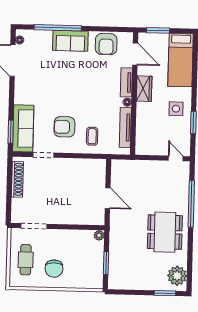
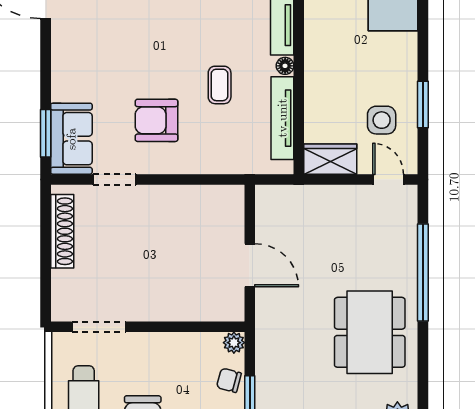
wardrobe: (144, 89) -> (330, 159), moved, turned -90
side table: (176, 109) -> (382, 120), moved
sofa: (23, 128) -> (71, 139), width x0.73
coffee table: (92, 136) -> (220, 85), moved
chair: (96, 253) -> (229, 380), added

